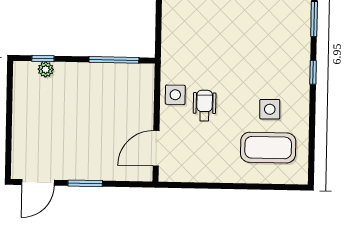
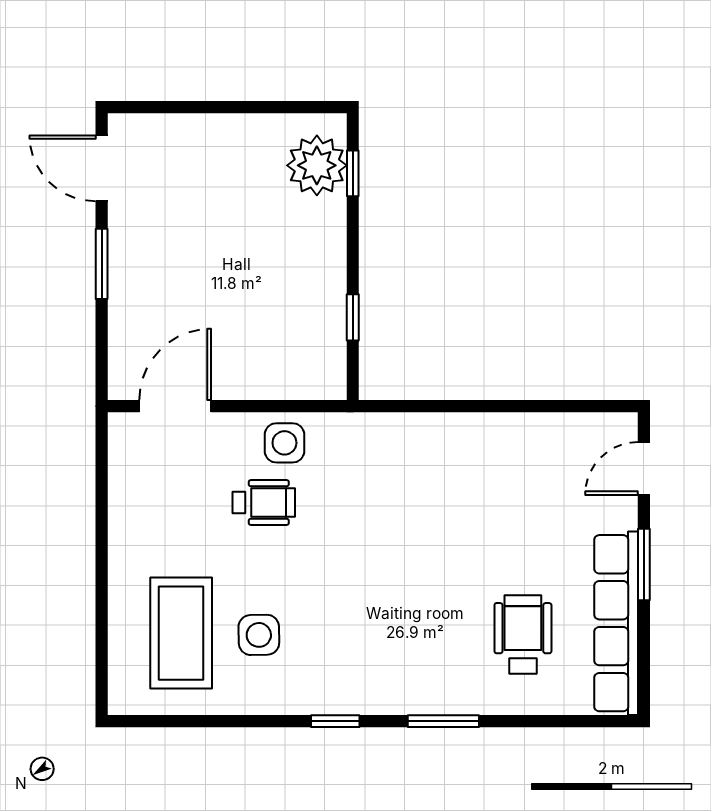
window: (114, 60) -> (353, 317), width x0.46
plant: (46, 69) -> (317, 165), width x1.88, depth x1.88
door: (156, 148) -> (175, 406), hinge flipped

